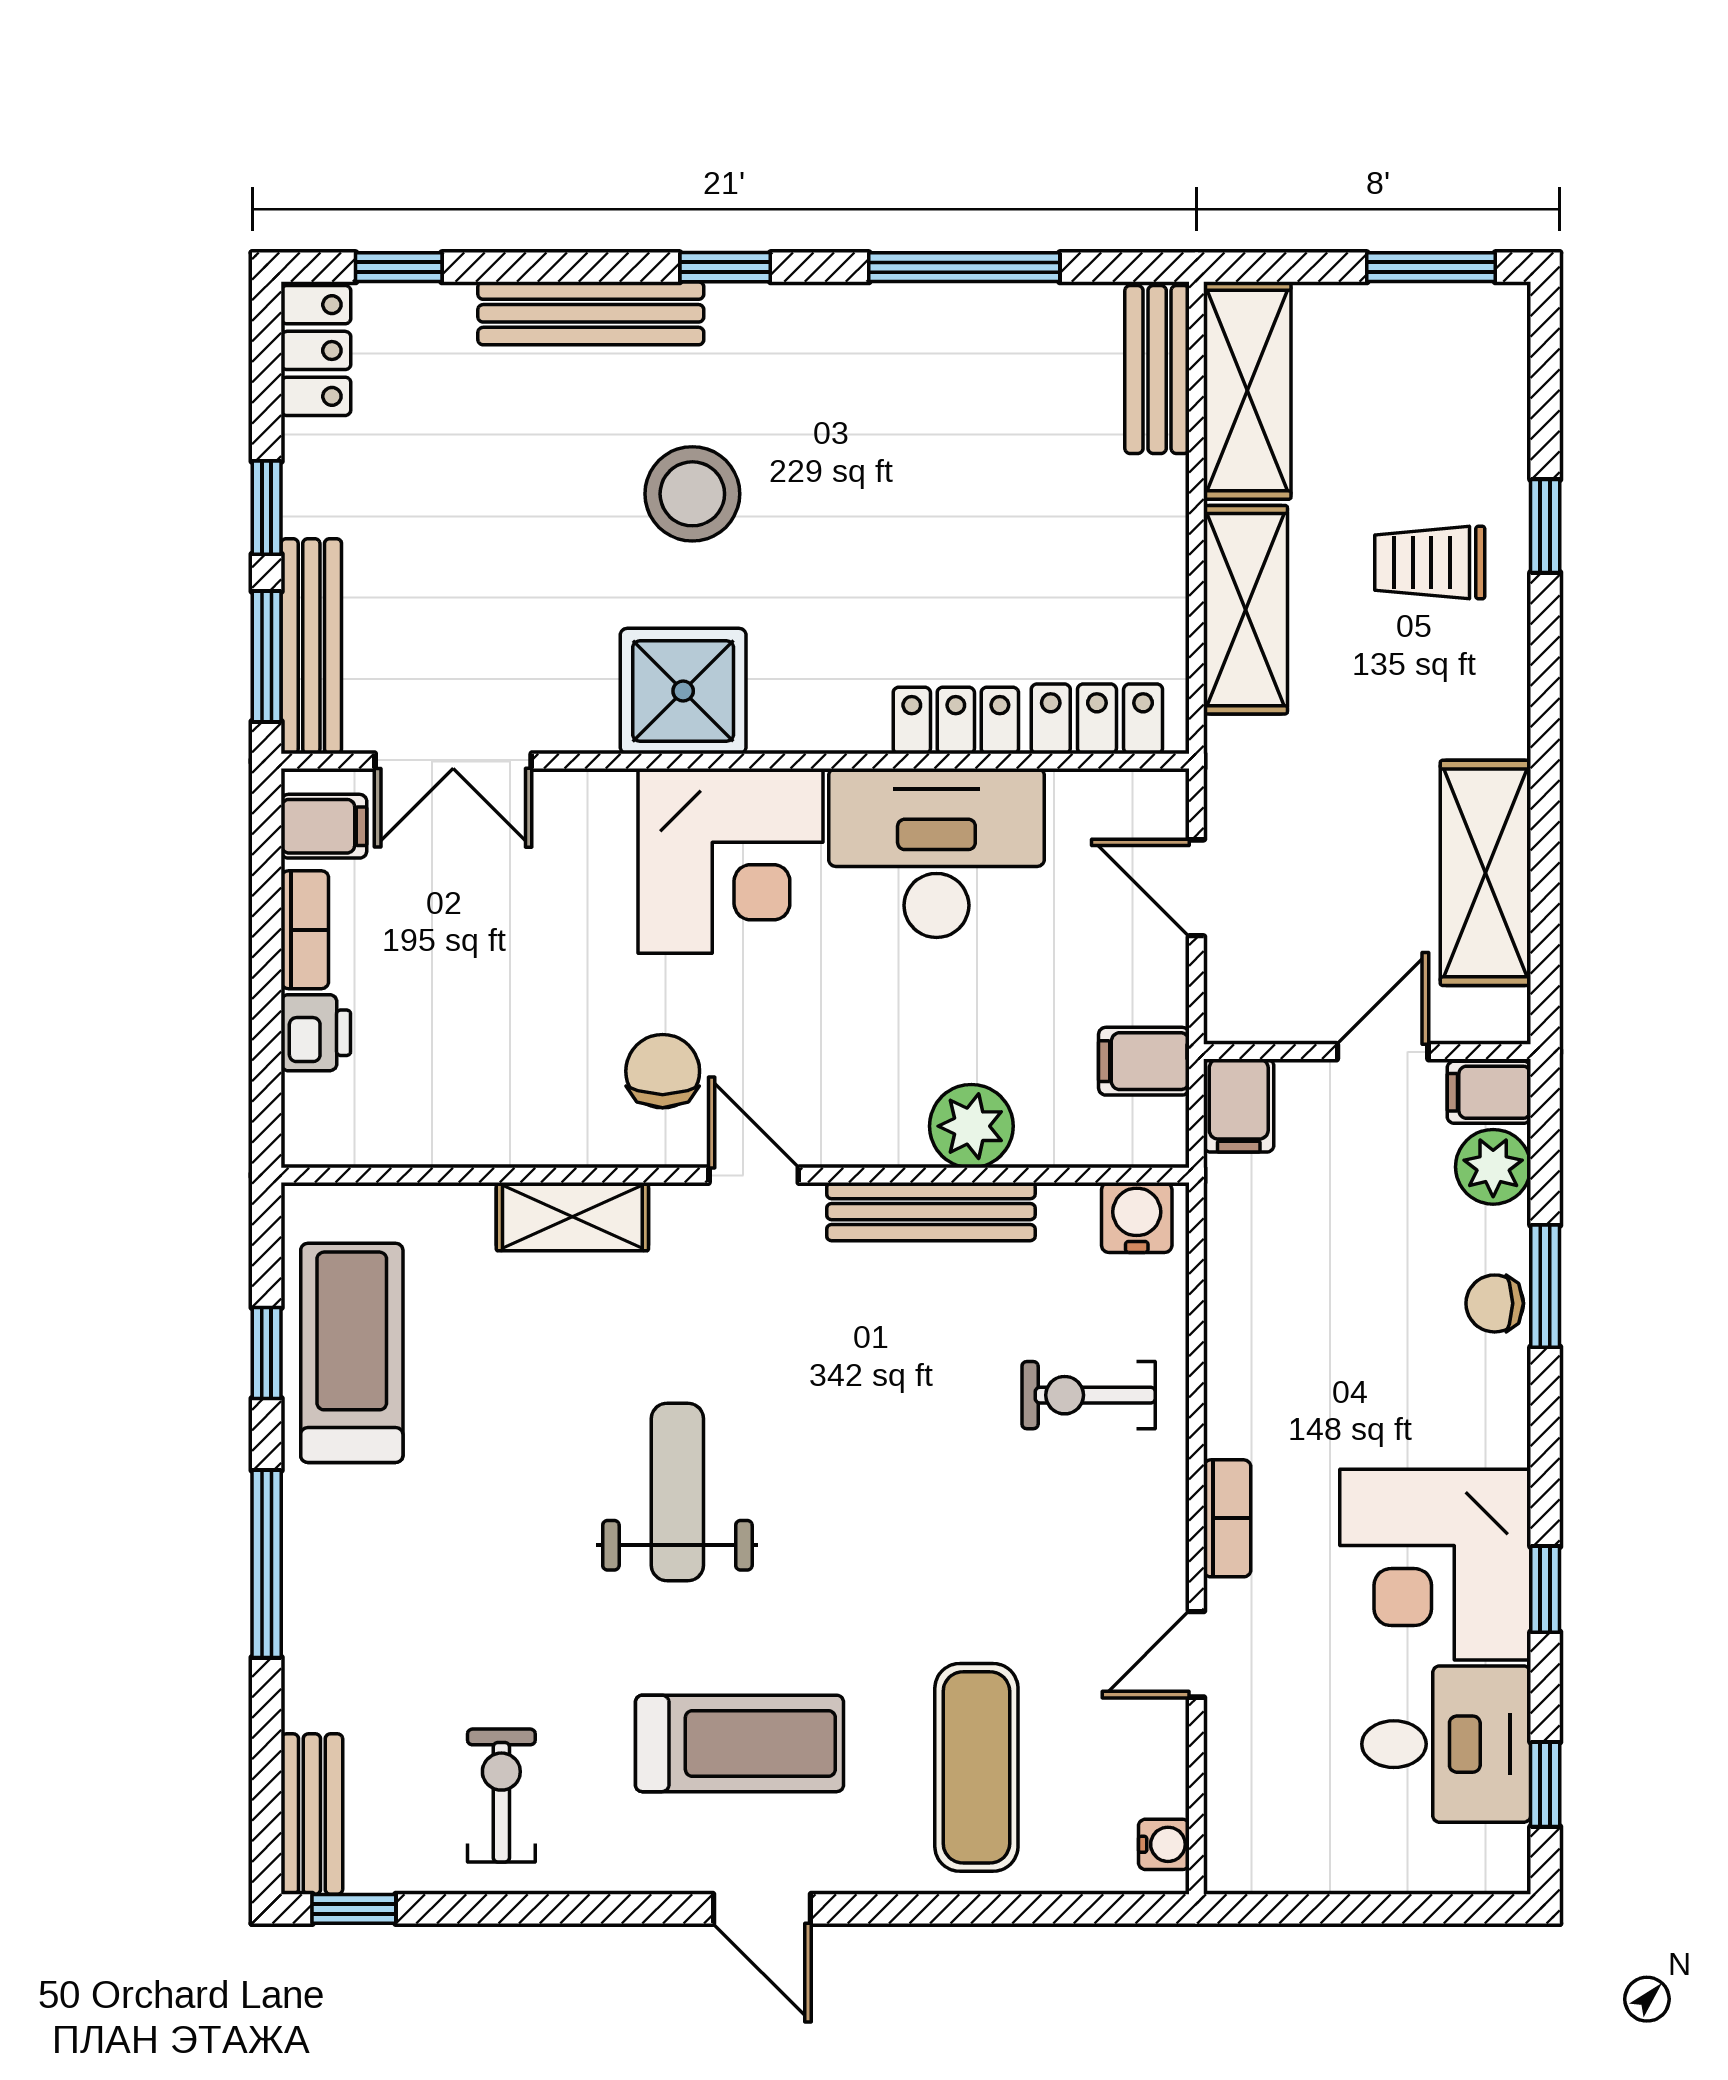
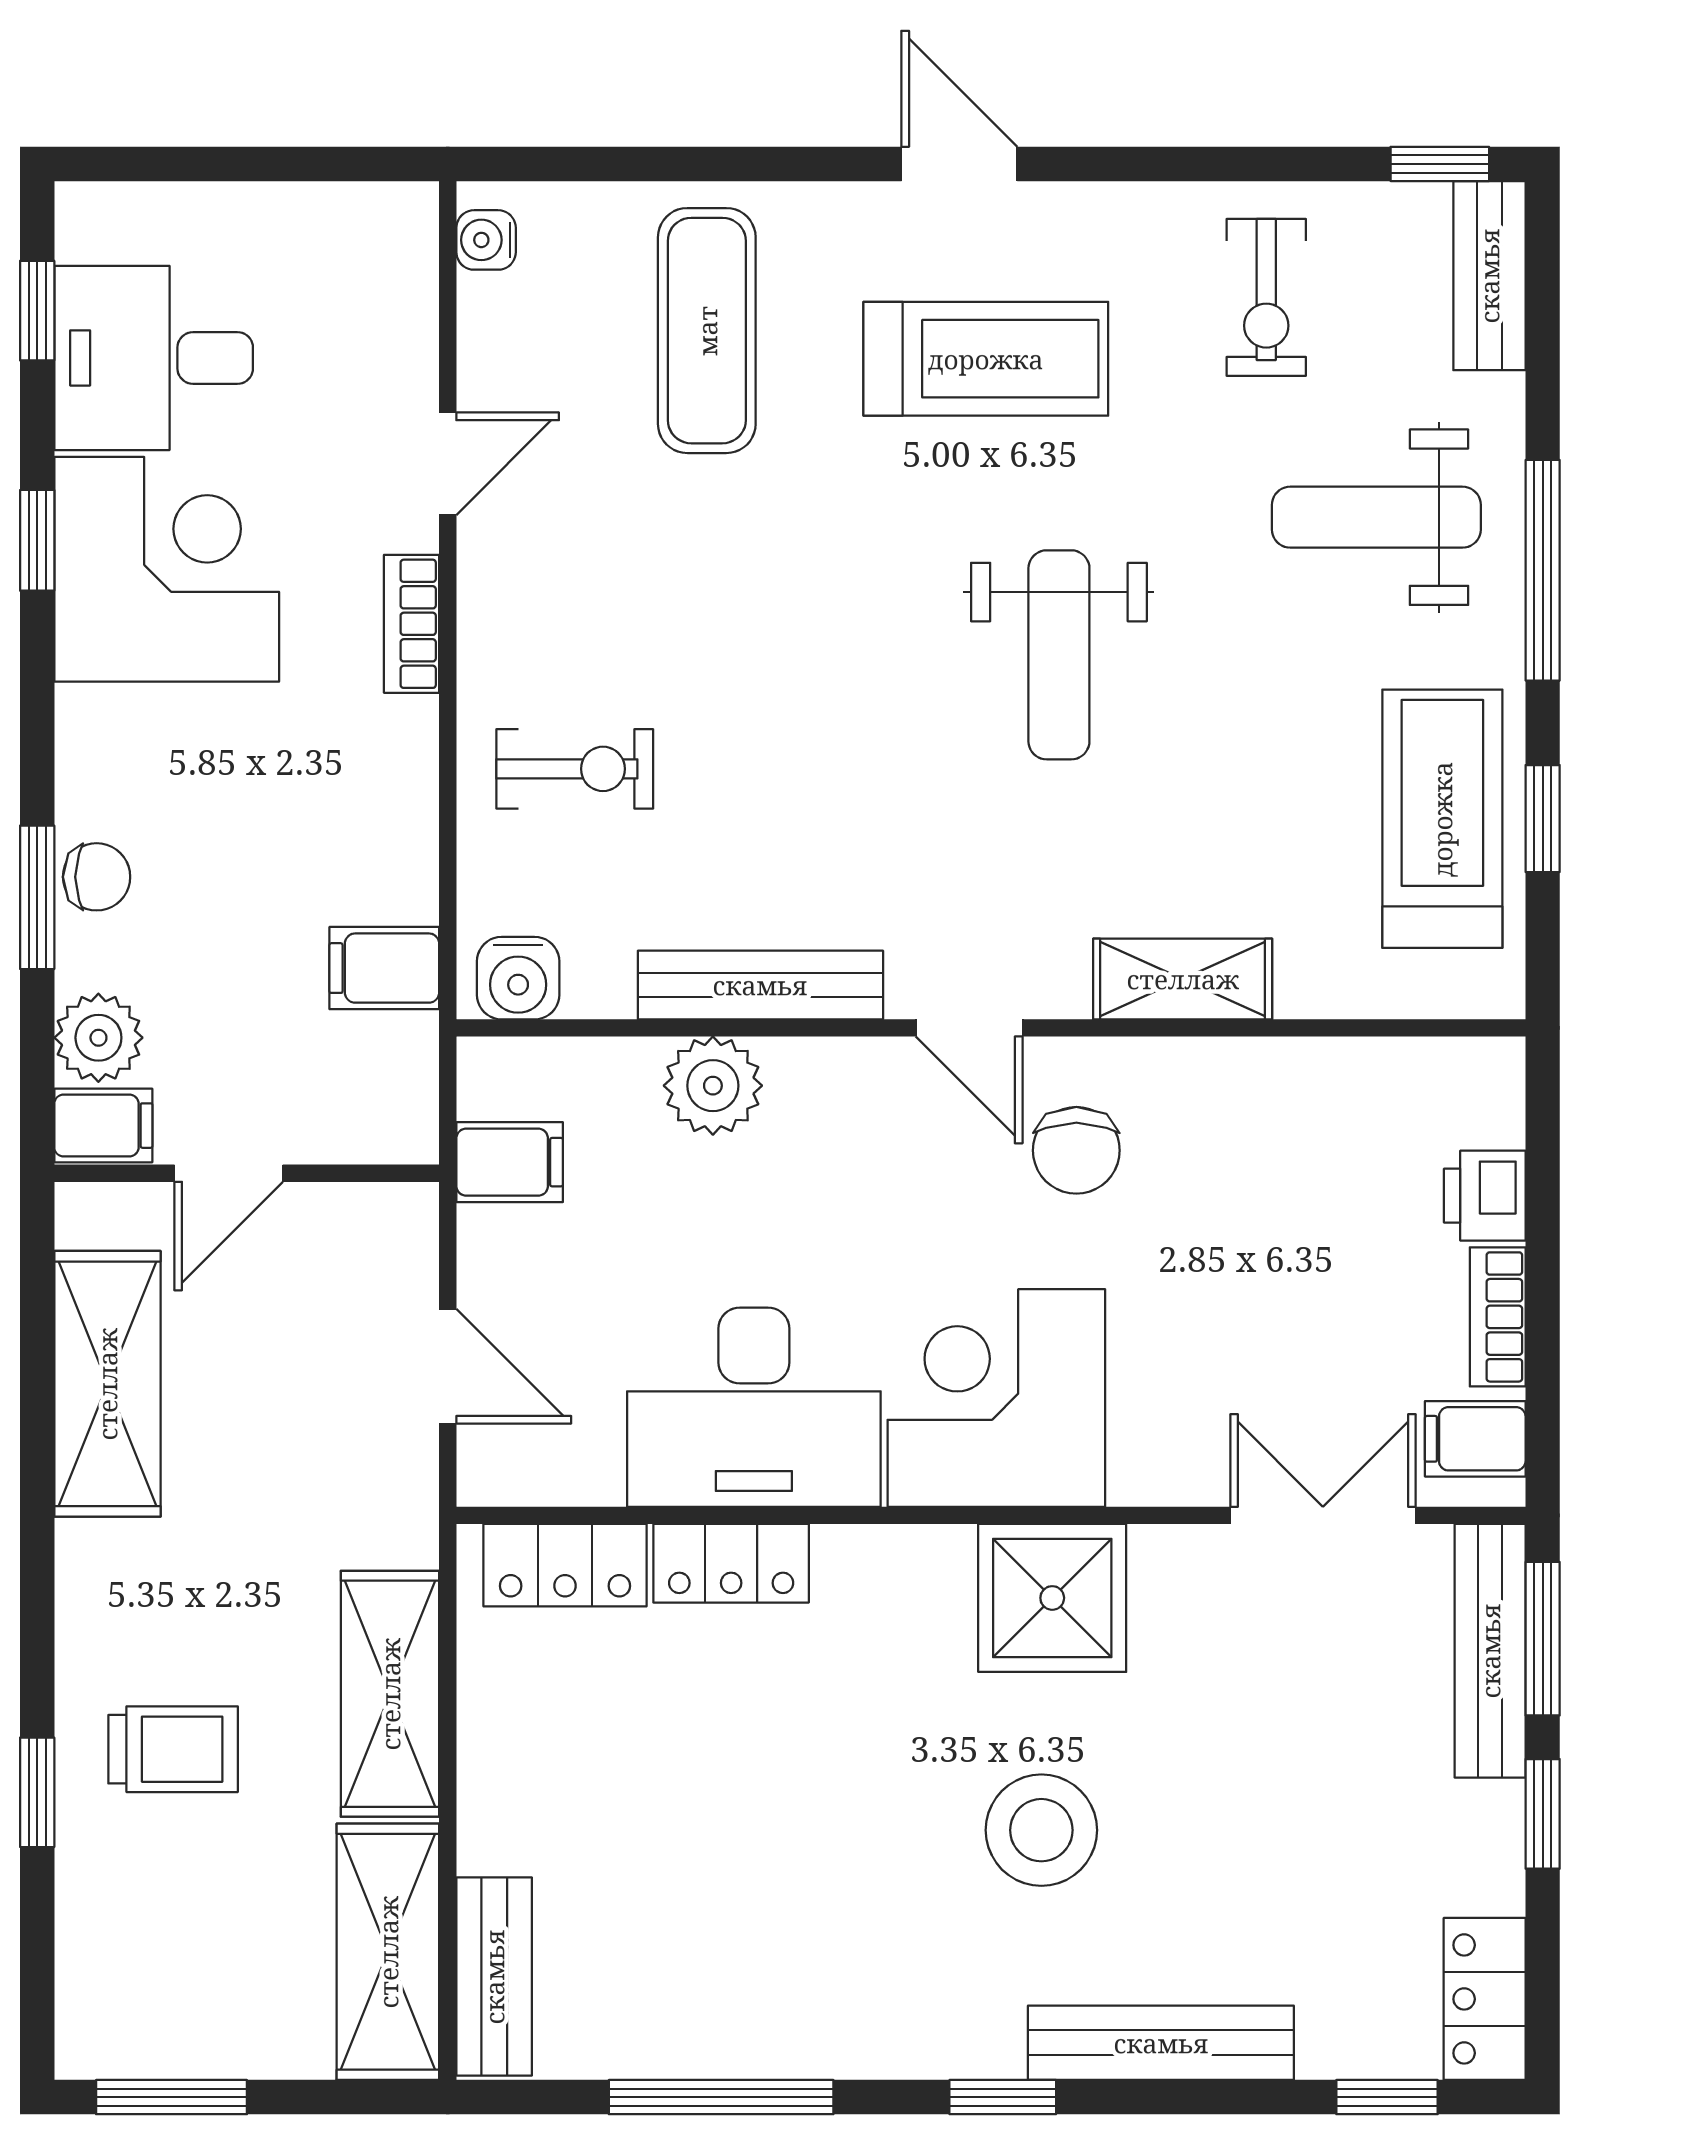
filing cabinet: (1239, 1106) -> (384, 968), moved, turned -90
treadmill: (352, 1353) -> (1442, 819), turned 180
weight bench: (408, 1609) -> (1376, 517), added
treadmill: (740, 1743) -> (986, 359), turned 180

